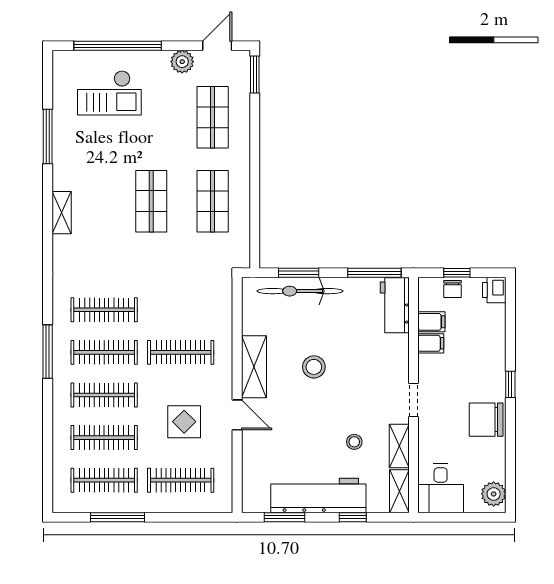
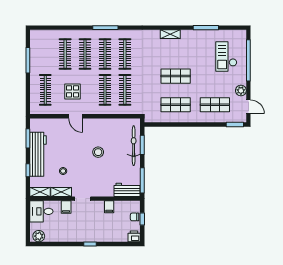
filing cabinet: (431, 322) -> (66, 207), moved
shelving: (254, 367) -> (98, 124), removed
door: (237, 415) -> (76, 116), hinge flipped
chair: (486, 420) -> (74, 233), removed
clothes rail: (104, 480) -> (125, 90), moved

